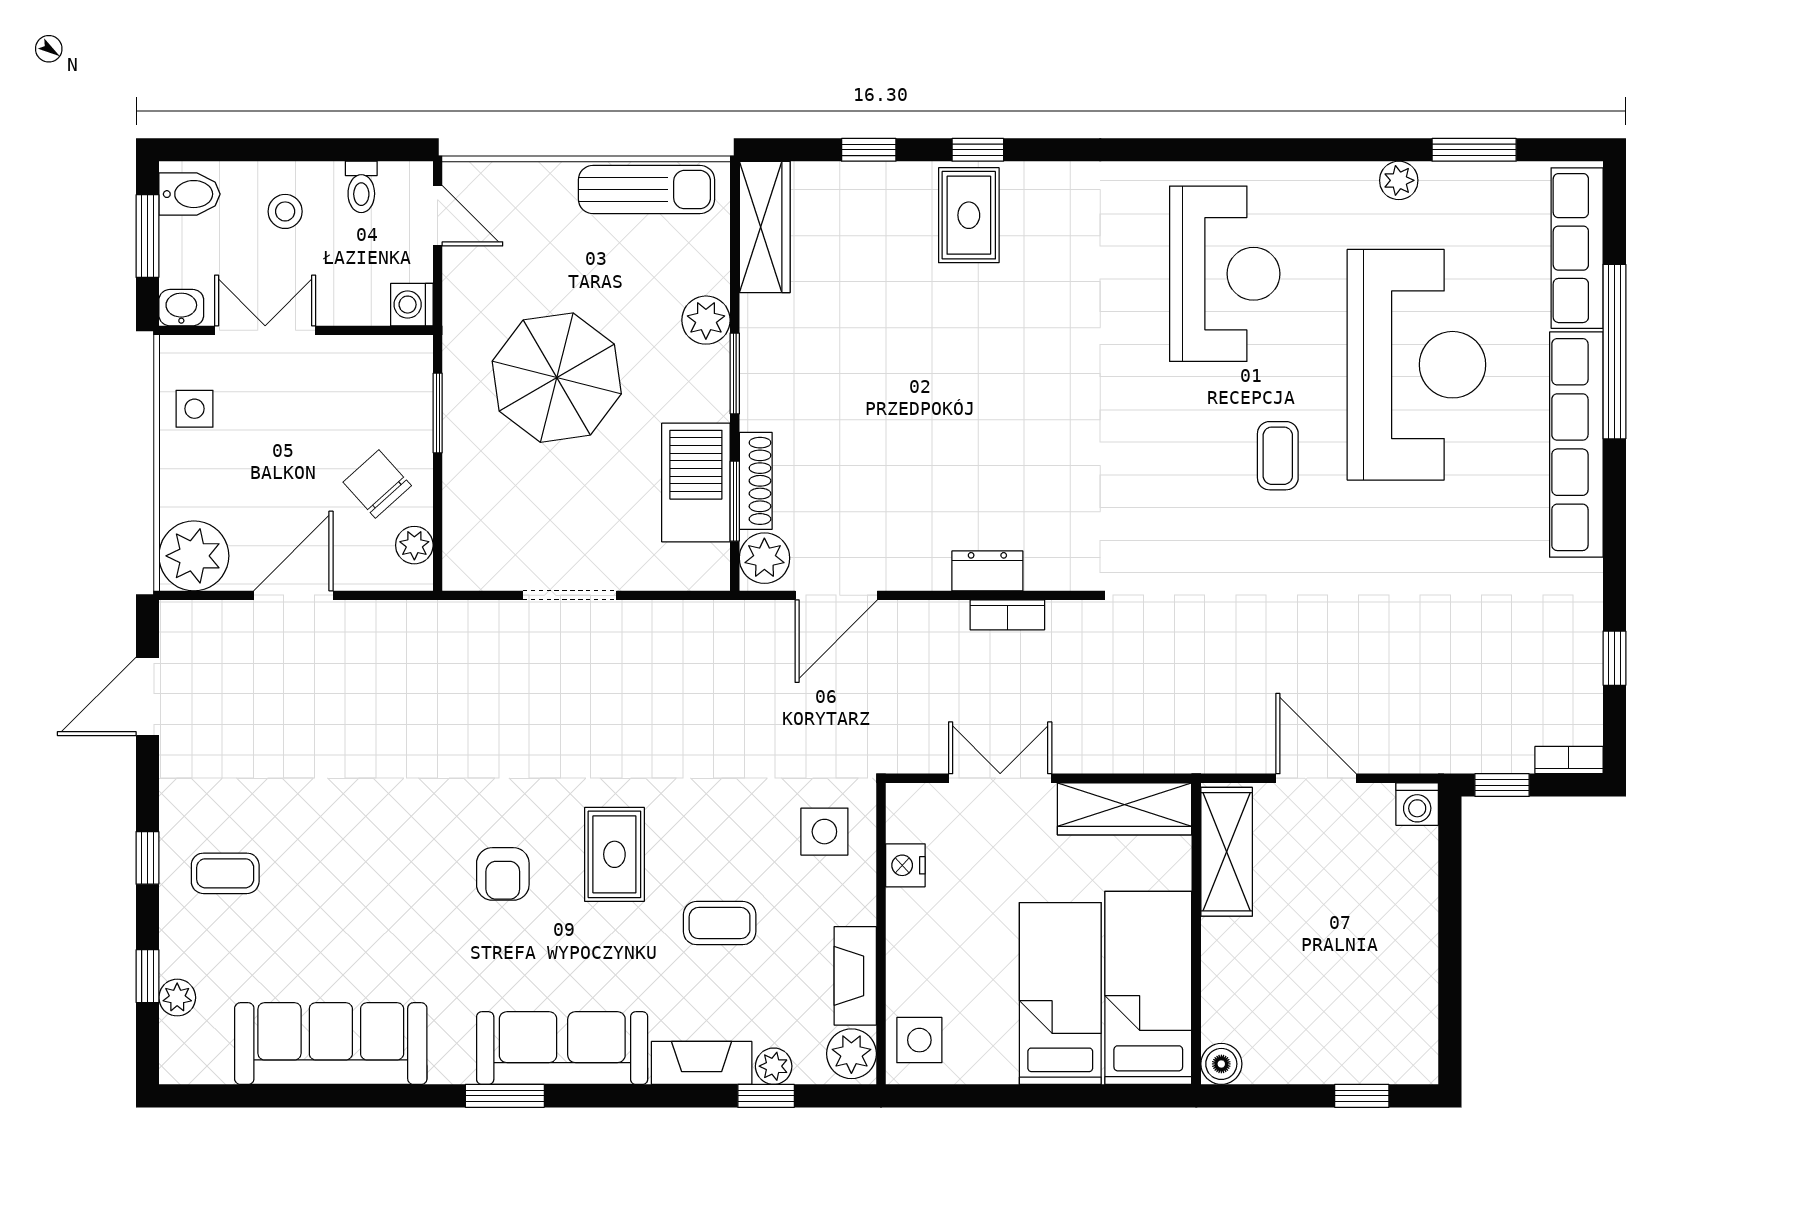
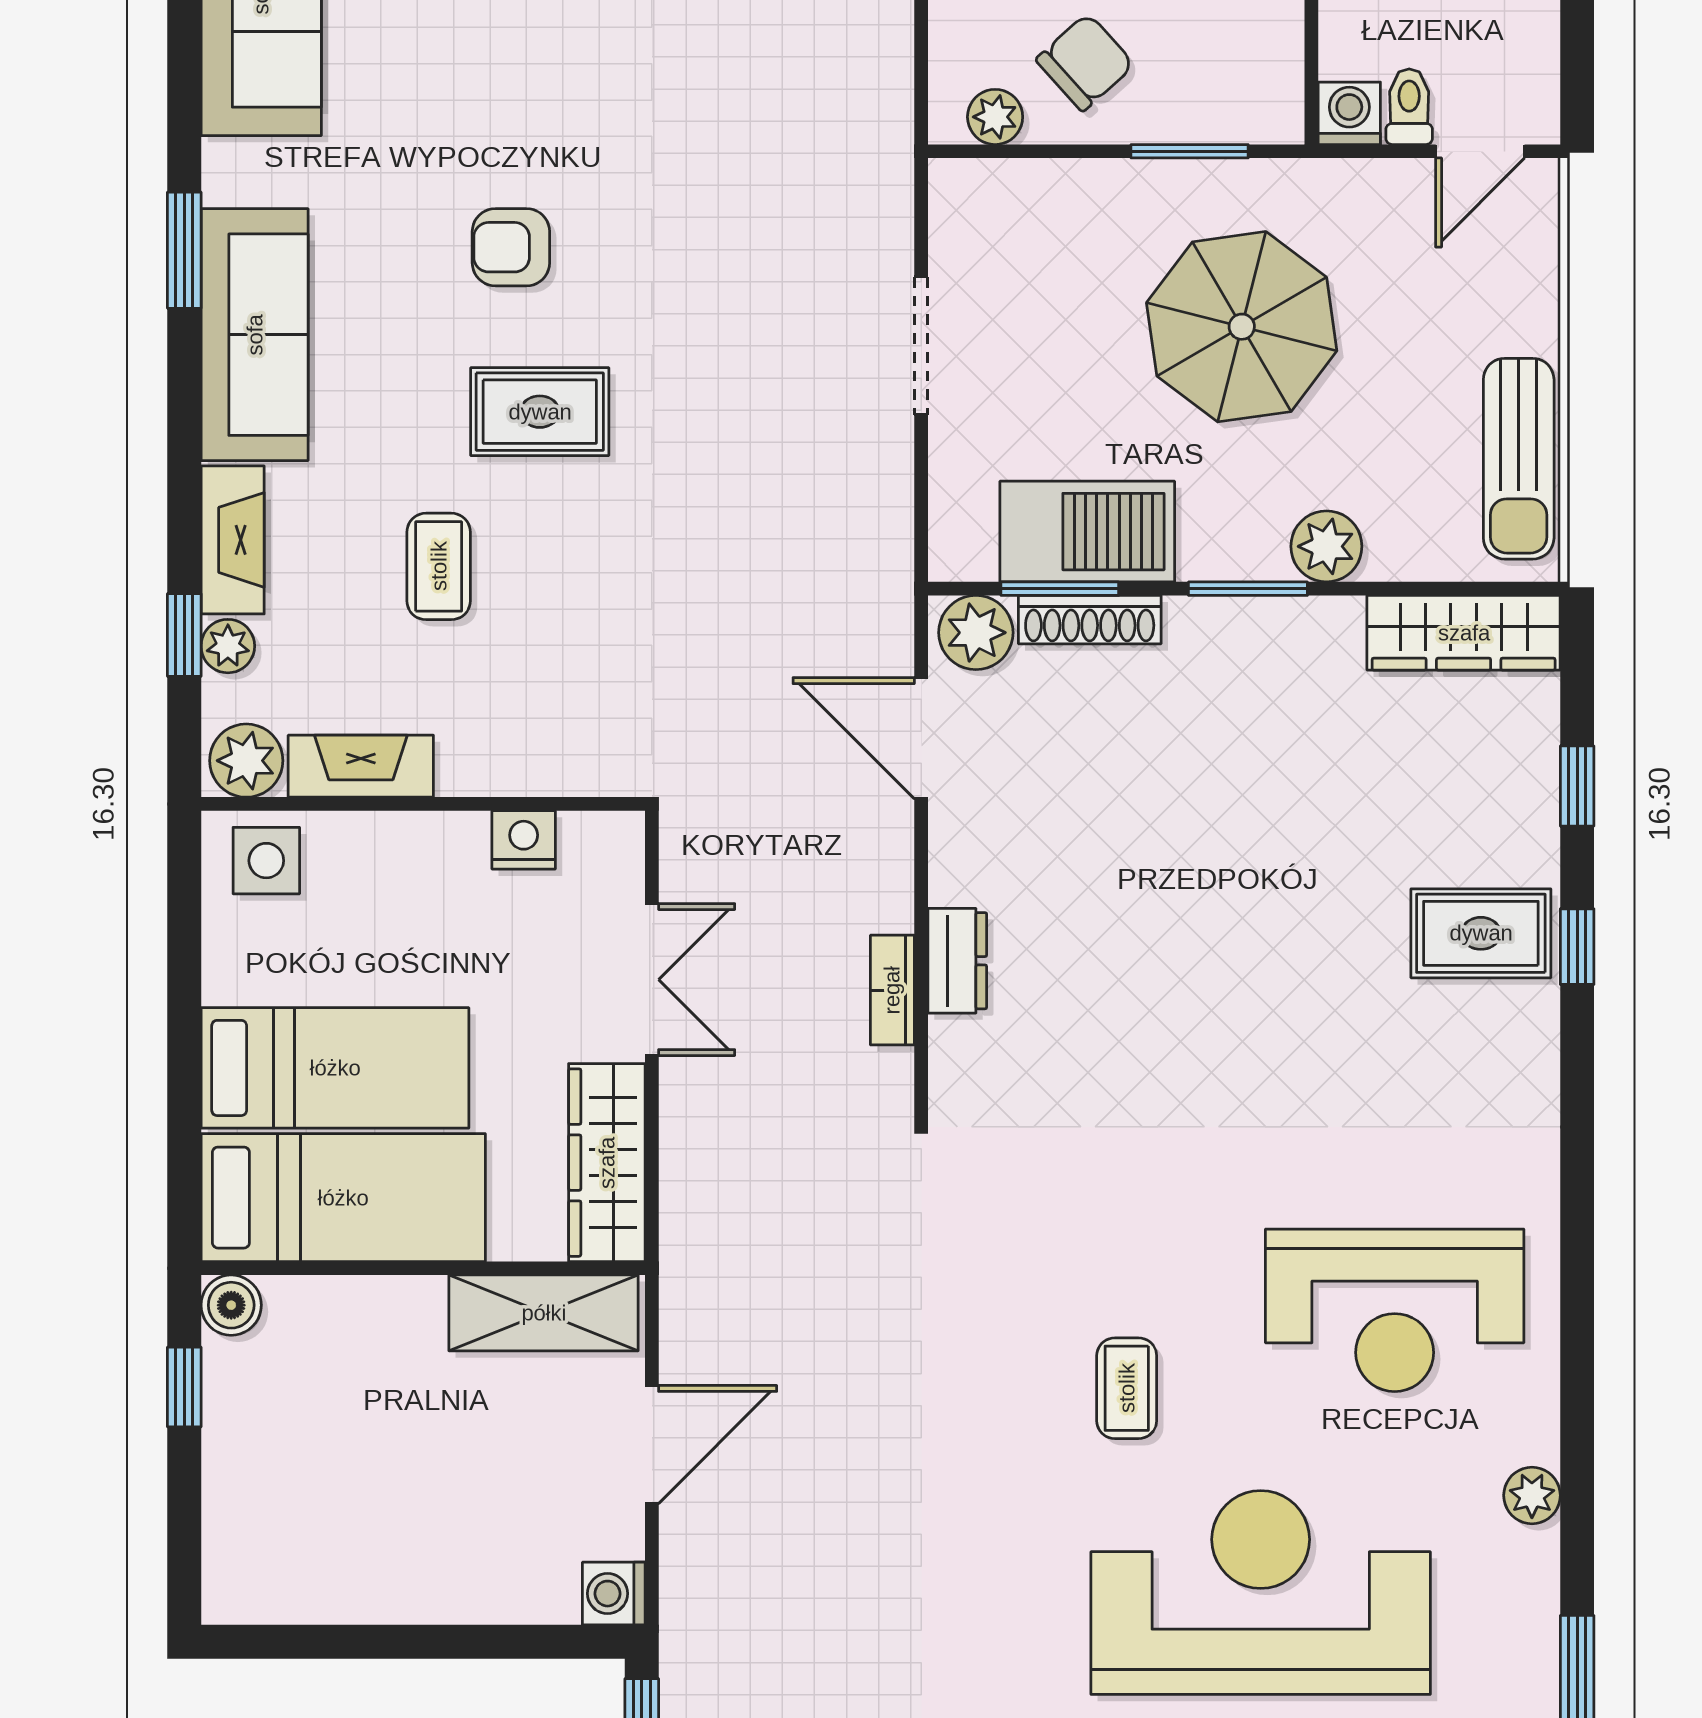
plant: (1399, 180) -> (1532, 1495), moved
toilet: (361, 187) -> (1409, 107), moved, turned 90
reception desk: (1416, 365) -> (1261, 1592), turned 180
coffee table: (1278, 456) -> (1127, 1388), turned 90
side table: (824, 832) -> (573, 721), removed
window: (1362, 1096) -> (184, 1387), moved

